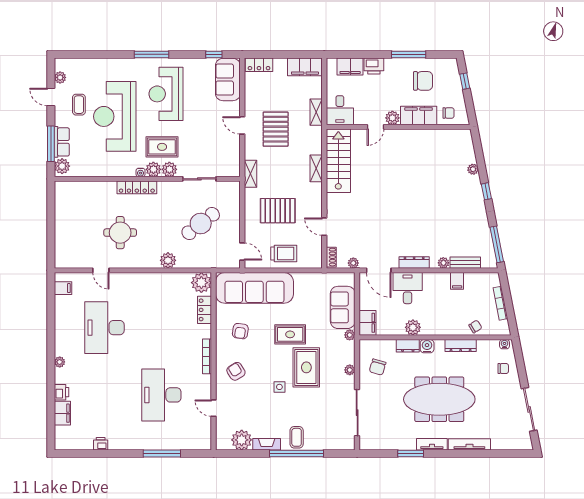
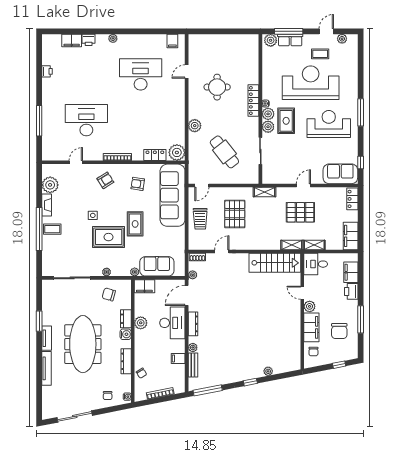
shelving: (316, 168) -> (292, 245), moved
desk: (408, 288) -> (172, 323), width x1.37

